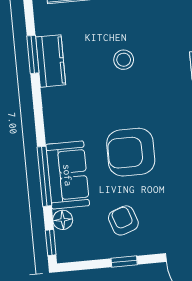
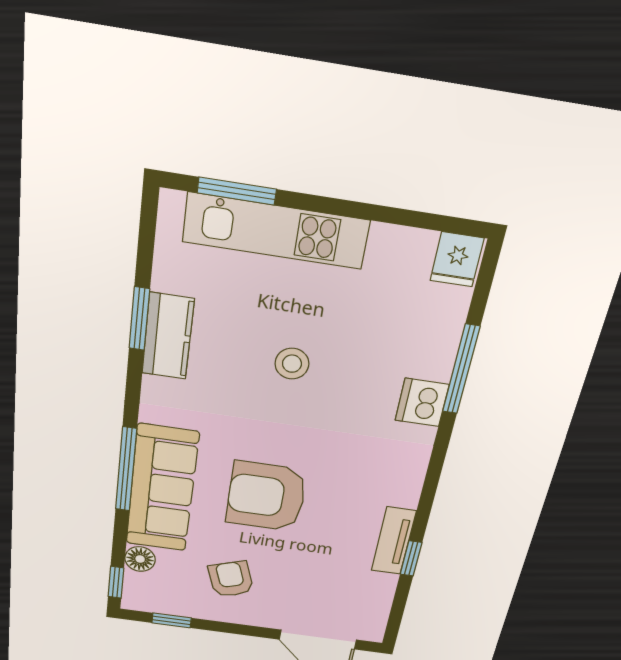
sofa: (68, 175) -> (162, 489), width x1.36
window: (44, 176) -> (126, 470), moved
window: (124, 262) -> (172, 620), moved

